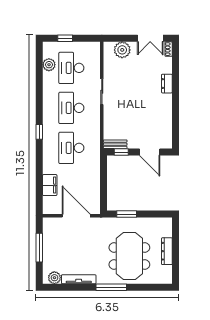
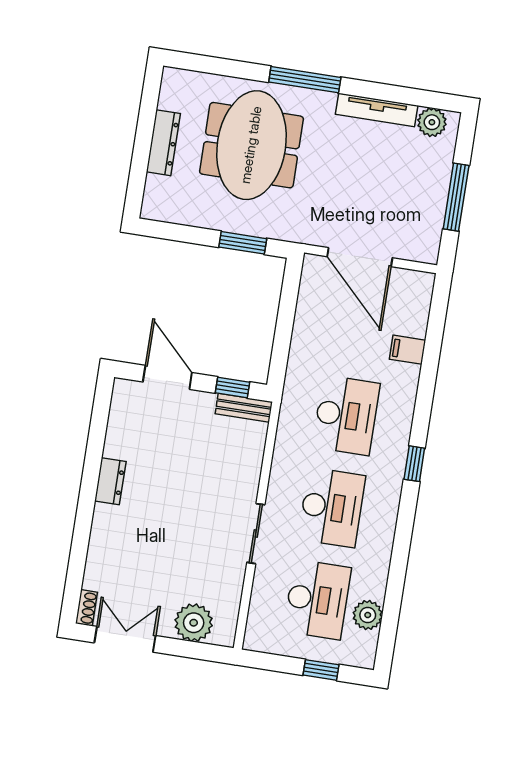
dresser: (167, 84) -> (110, 481), moved
filing cabinet: (50, 185) -> (407, 350), width x0.50

